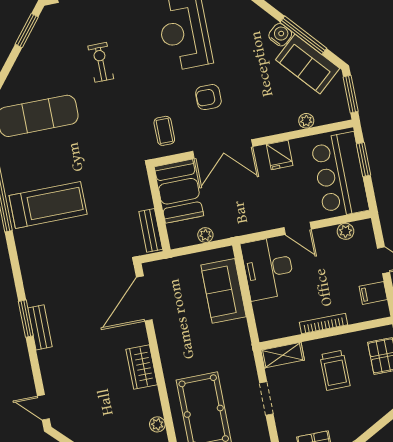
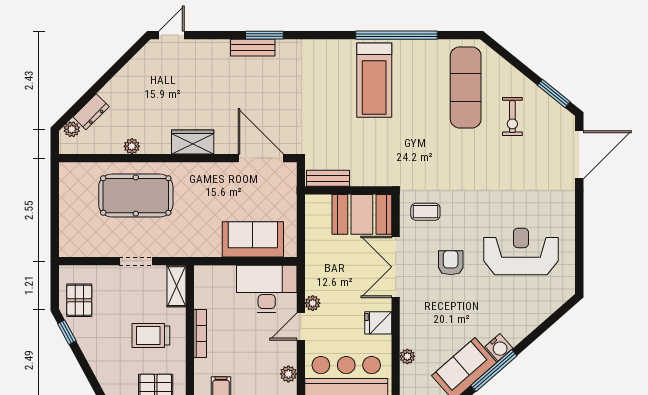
exercise bike: (101, 62) -> (512, 117), moved, turned 90
plant: (205, 235) -> (313, 303), moved

